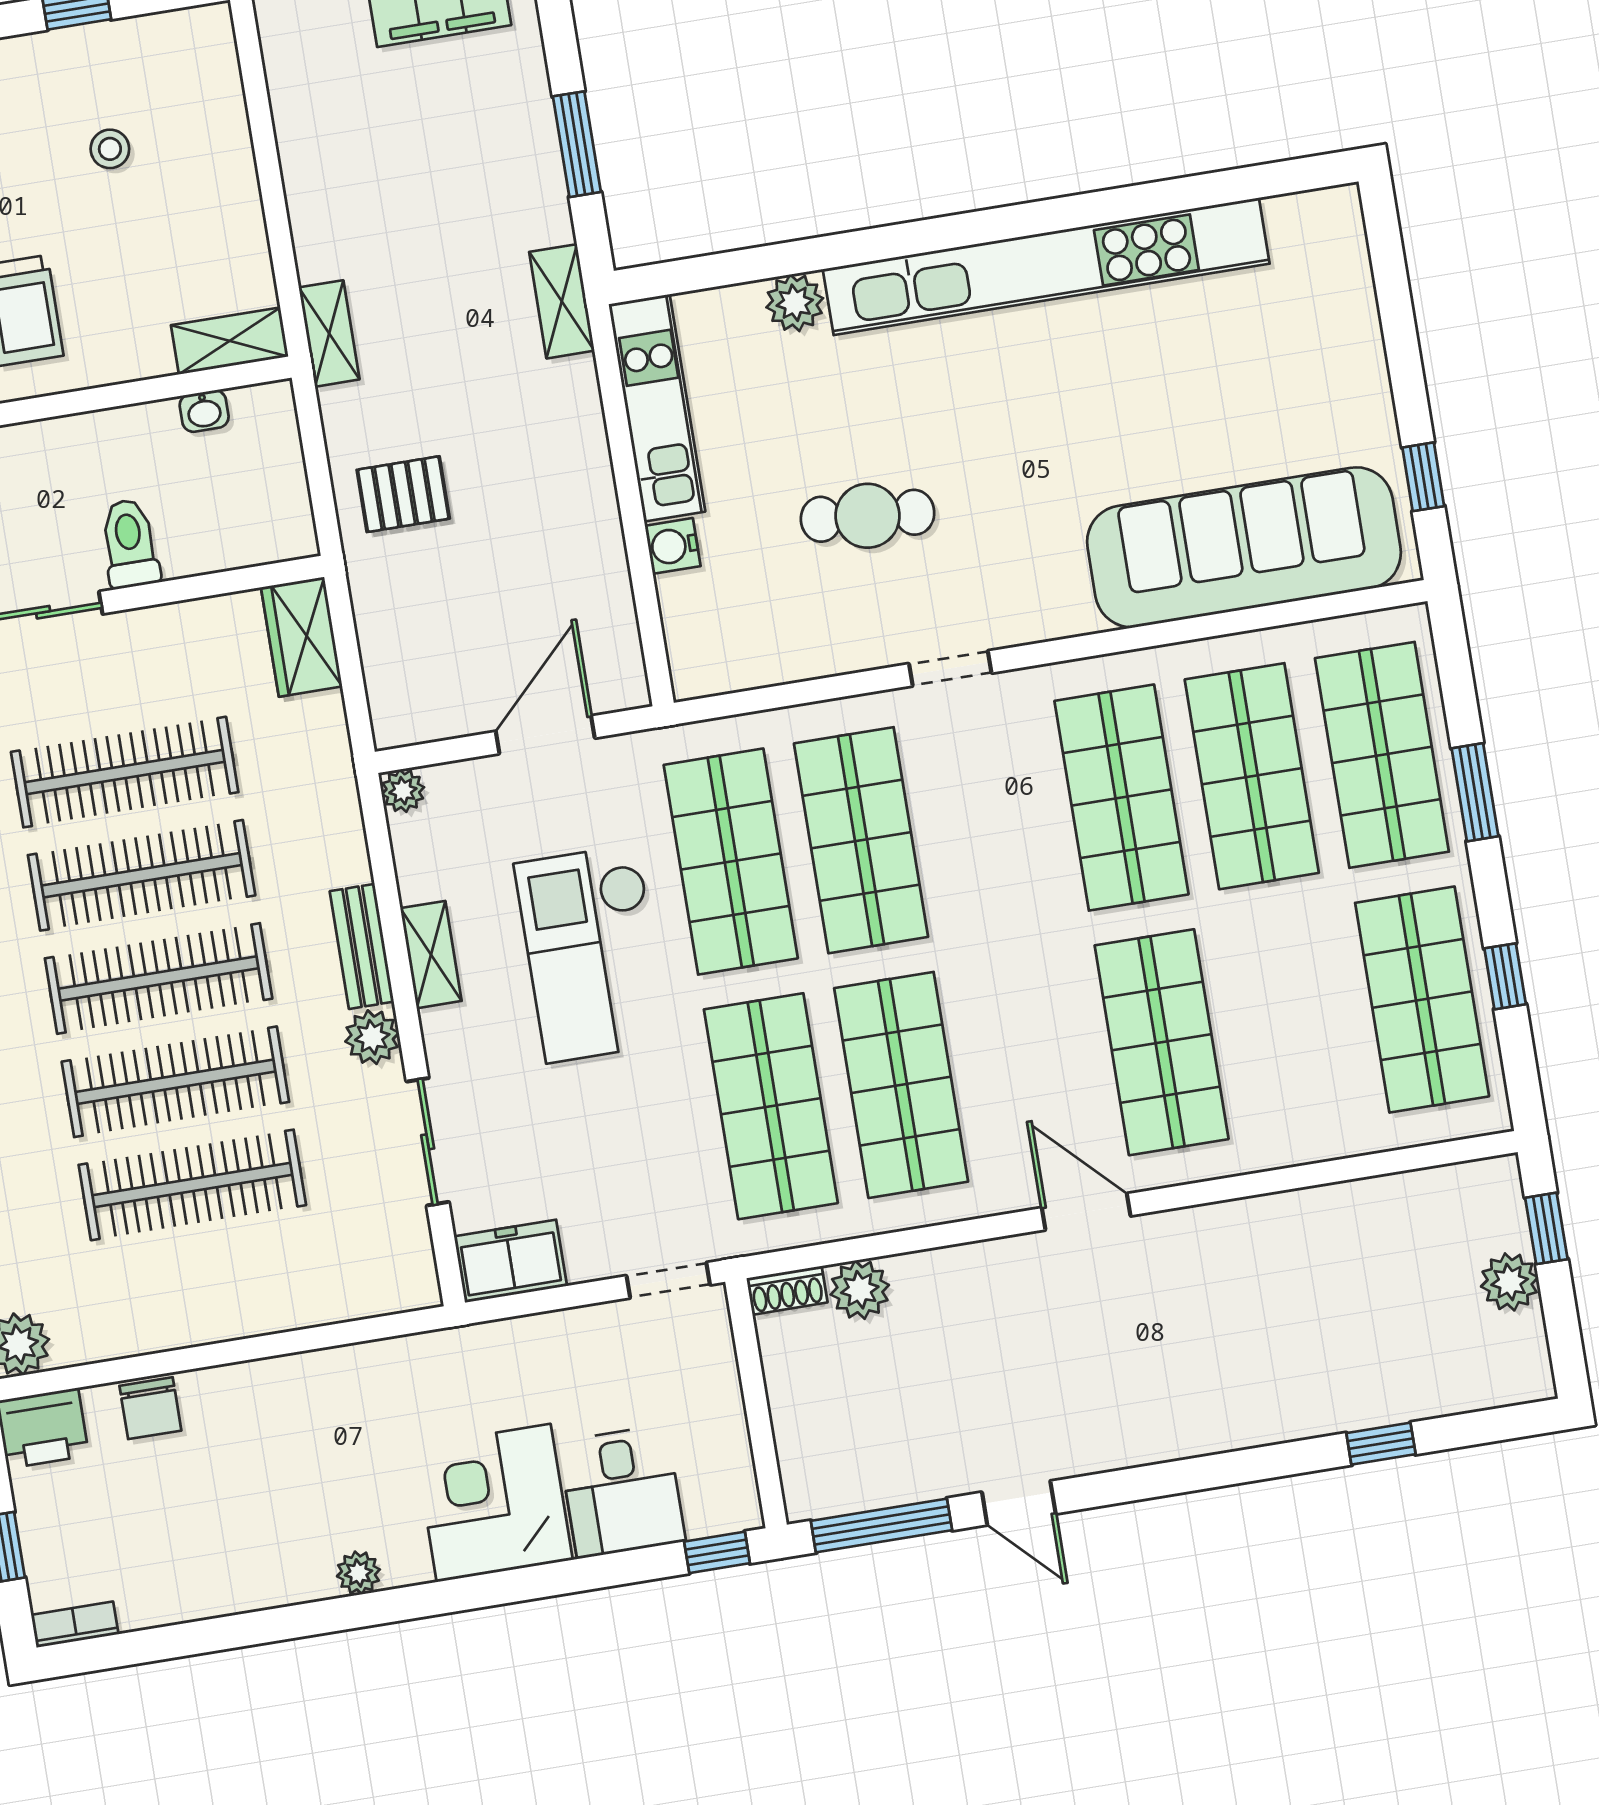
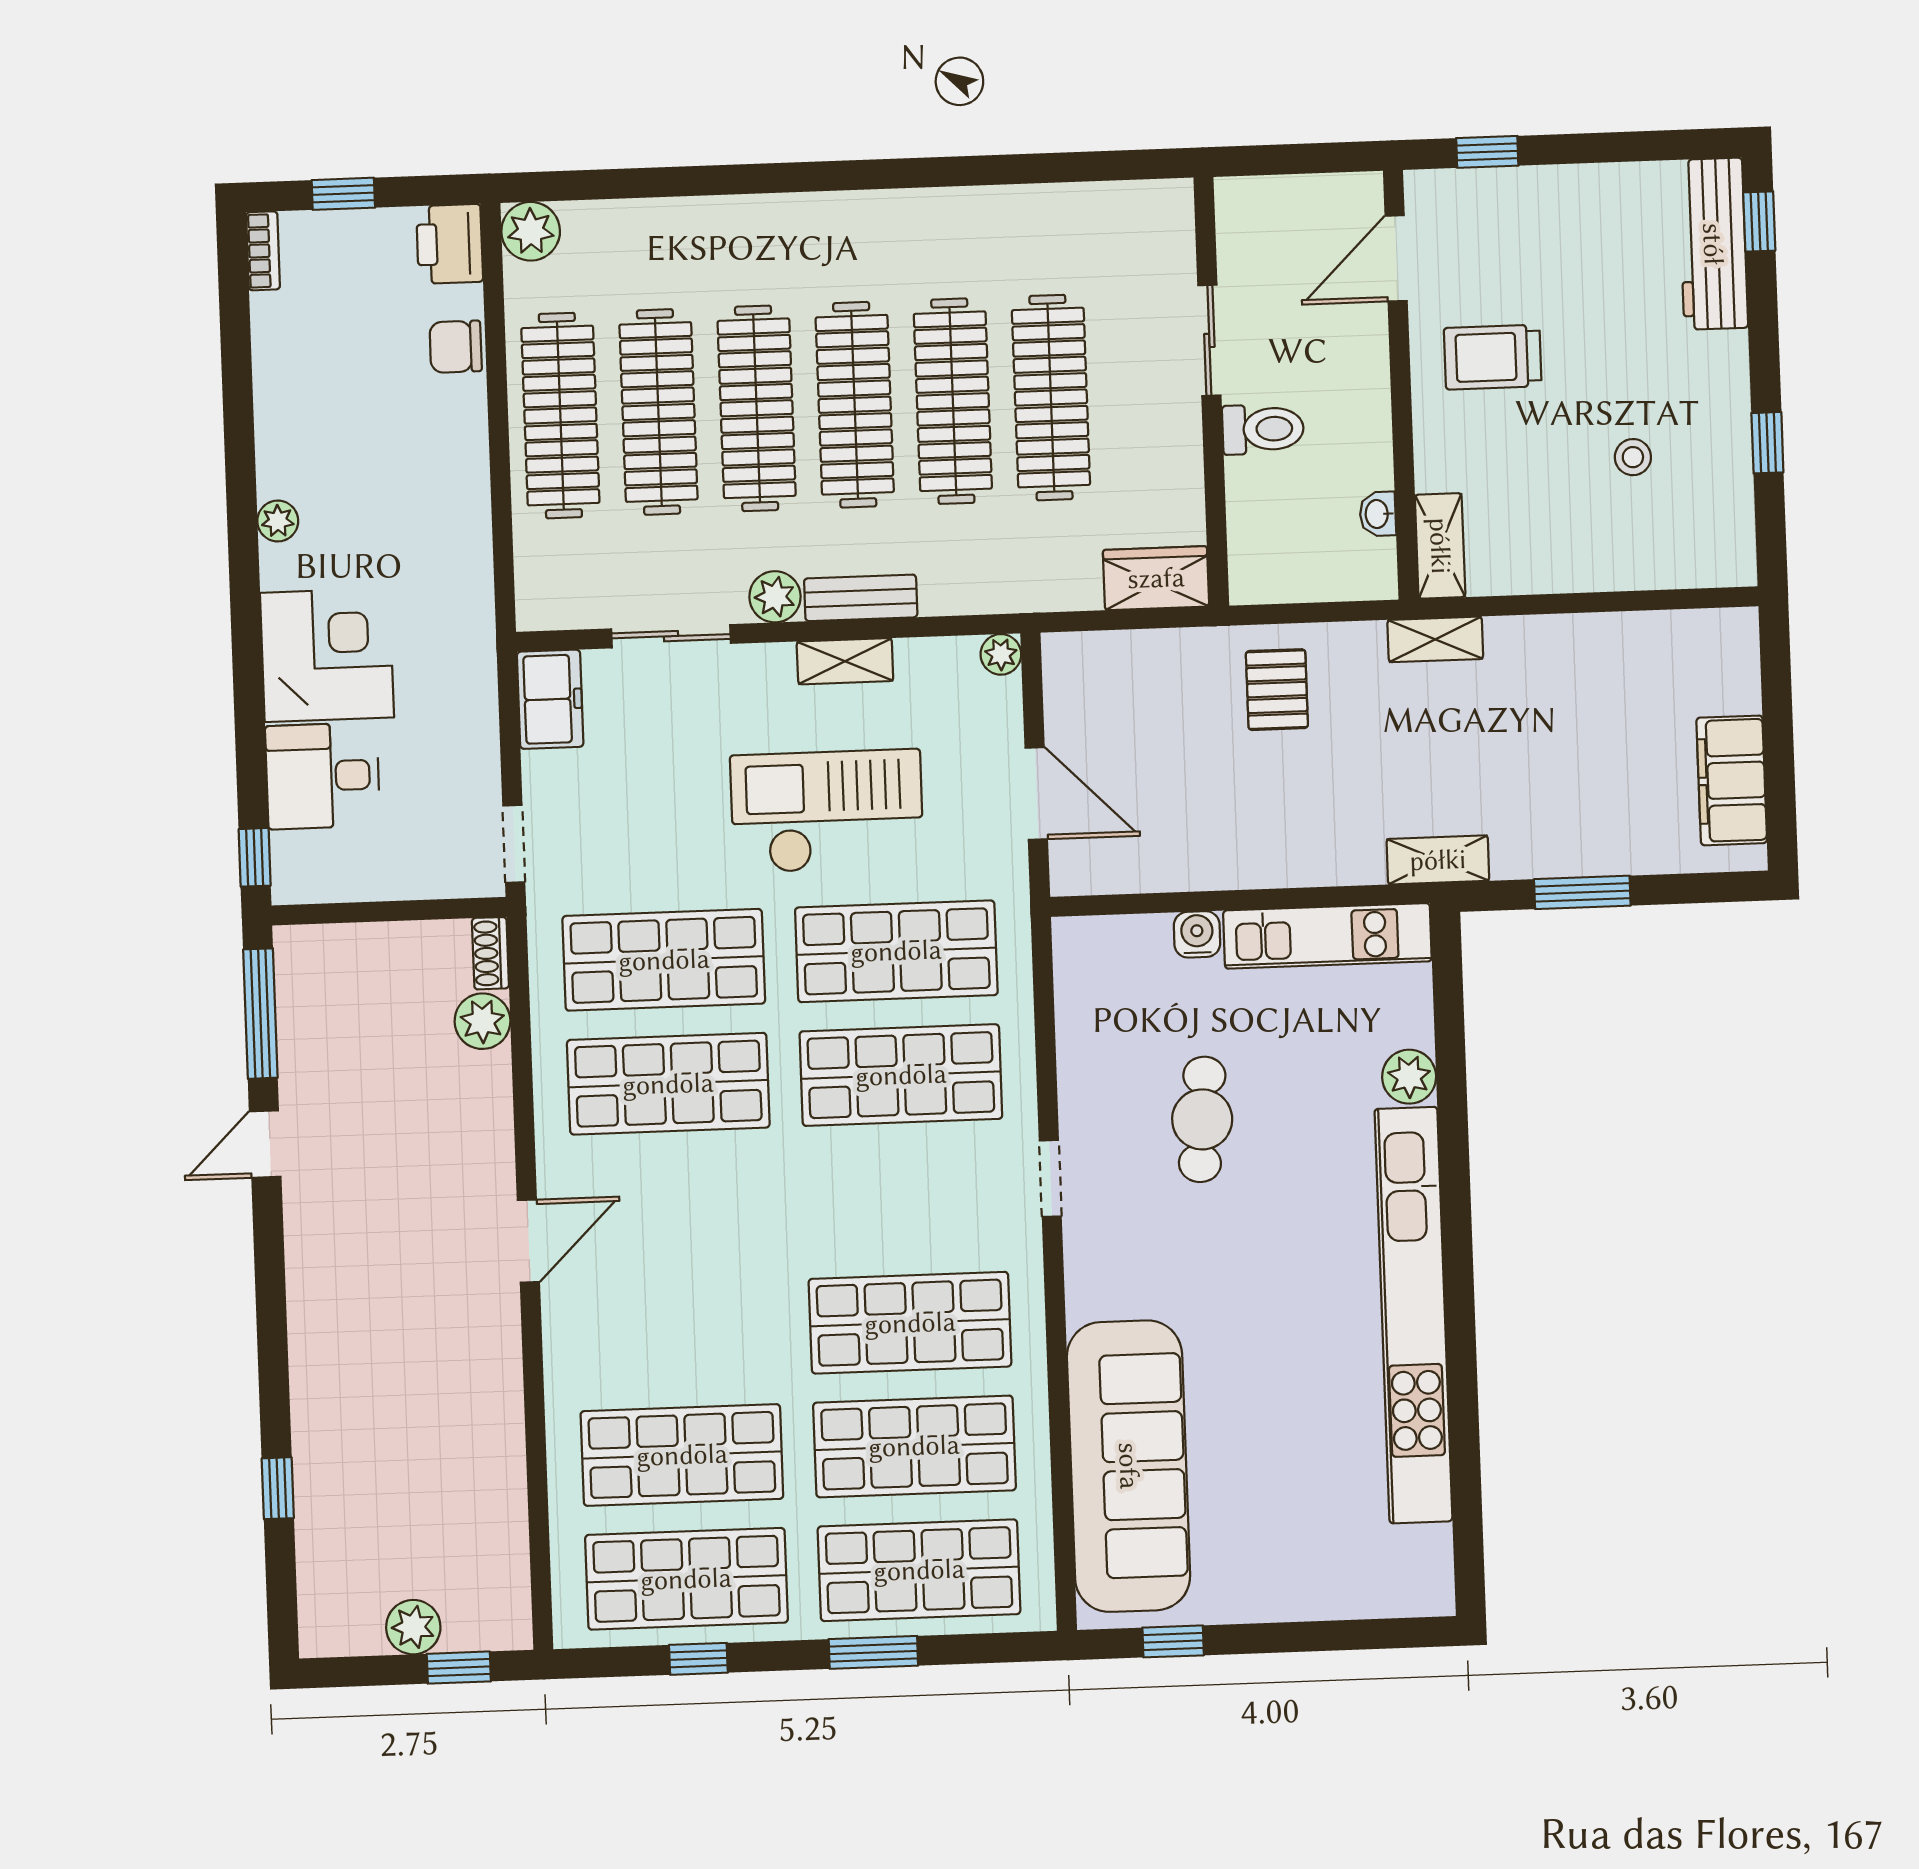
shop shelf: (1162, 1042) -> (682, 1455), moved
clothes rail: (209, 1288) -> (560, 416), added

